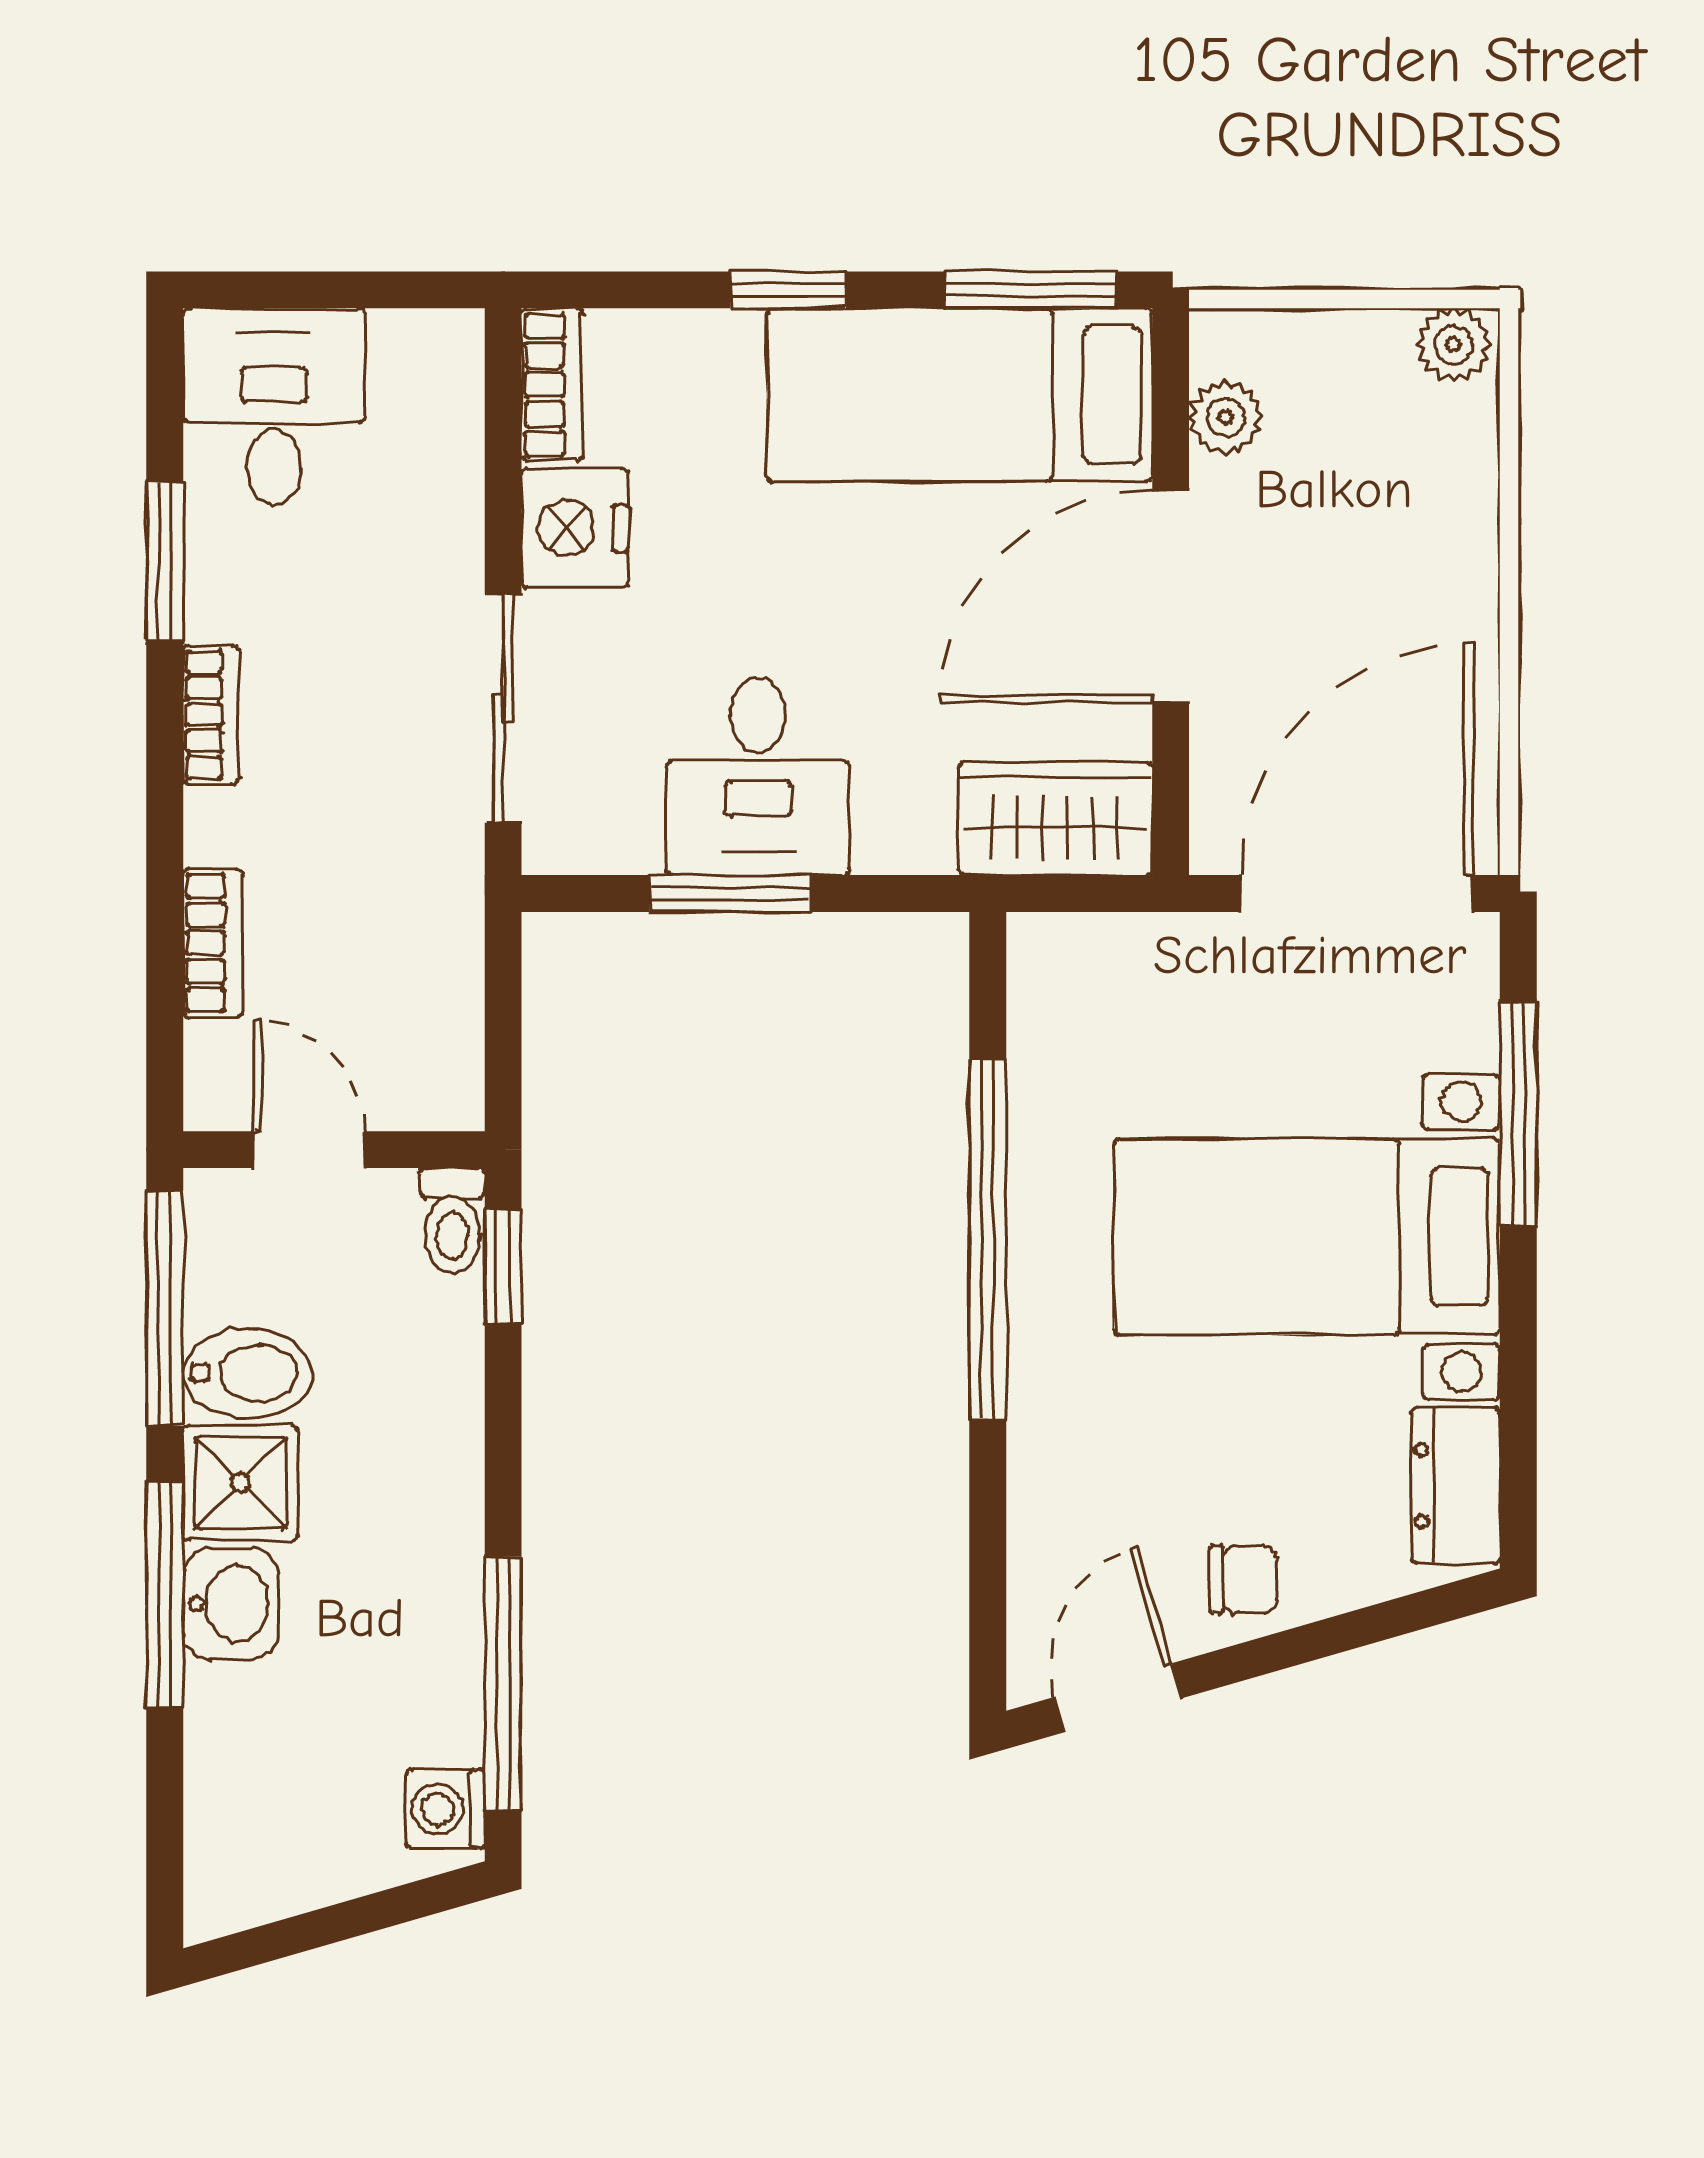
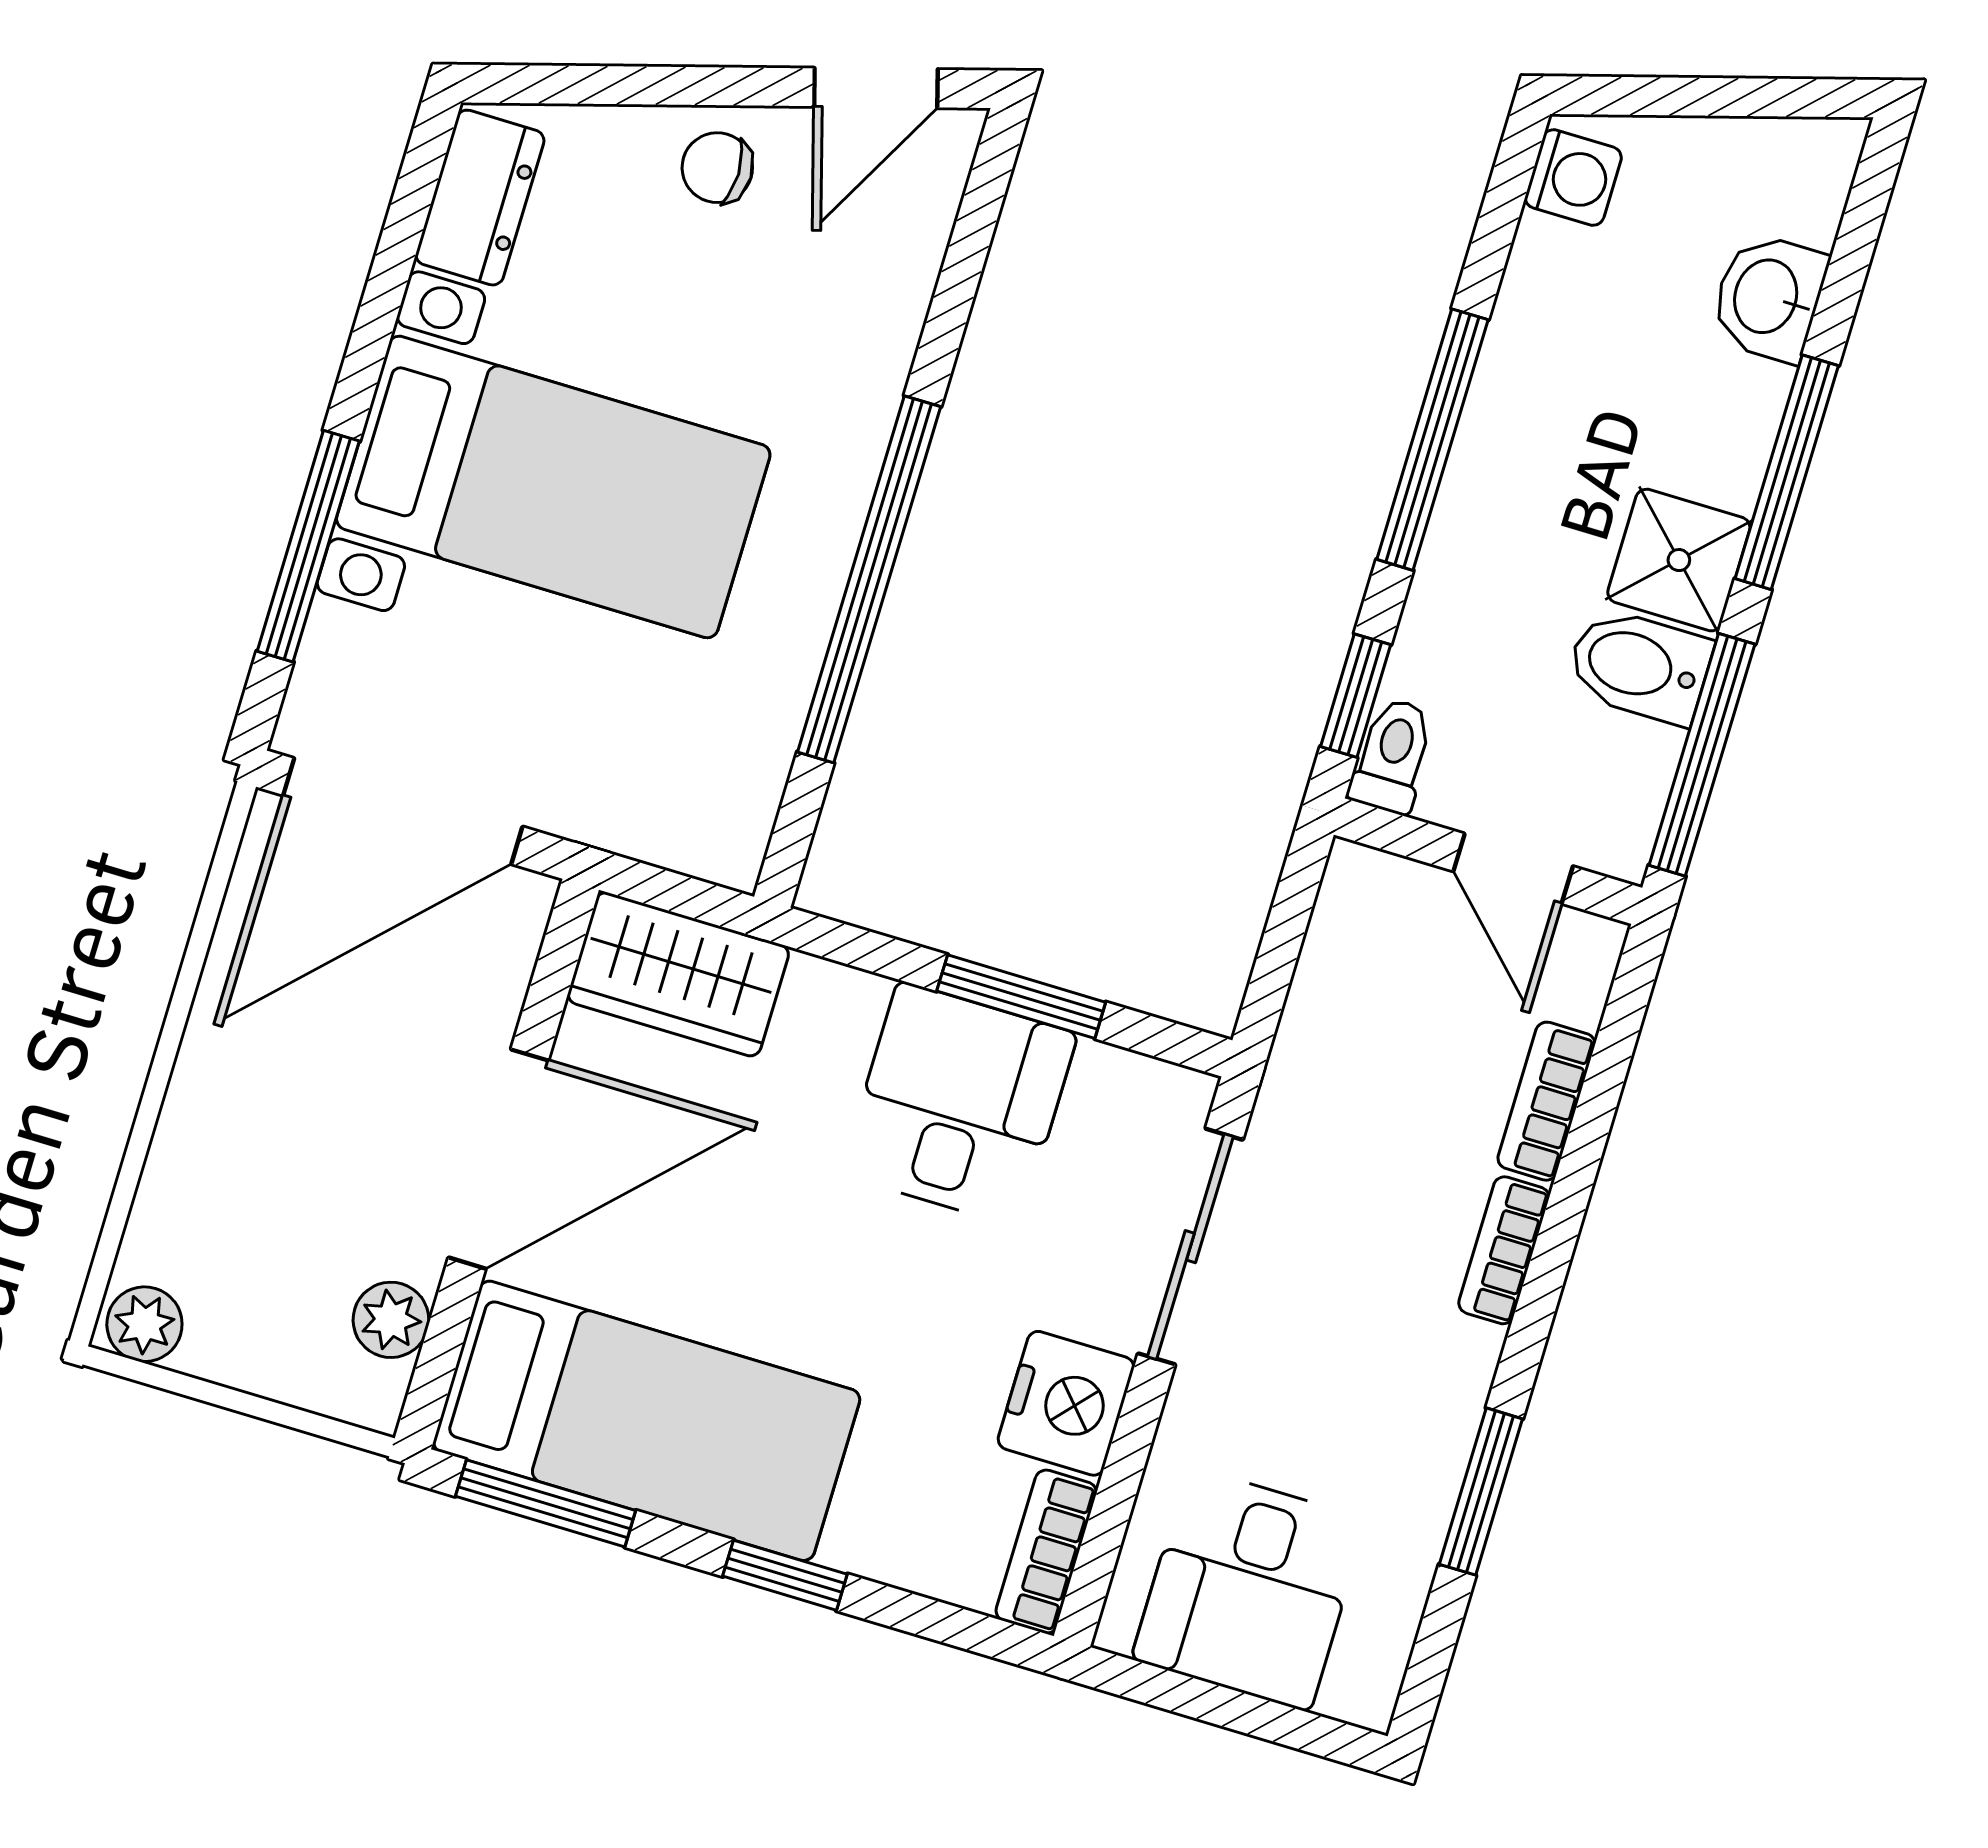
desk: (274, 406) -> (1249, 1589), moved
bookcase: (211, 715) -> (1504, 1250), moved
washbasin: (231, 1604) -> (1768, 297), moved
window: (503, 1684) -> (1432, 440), moved

